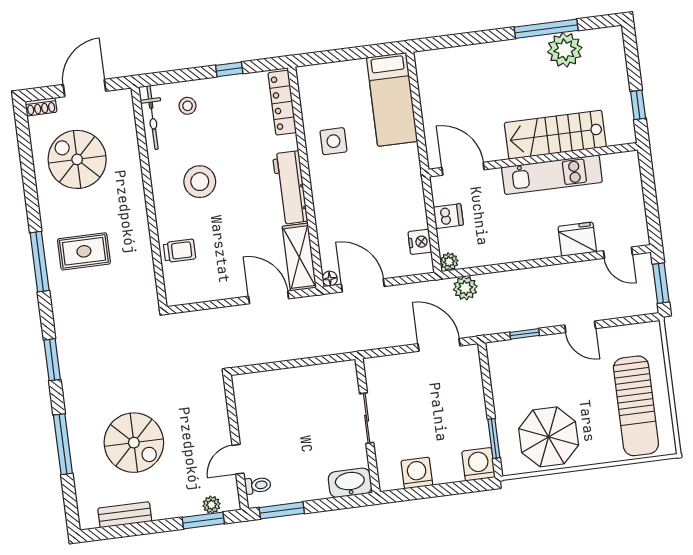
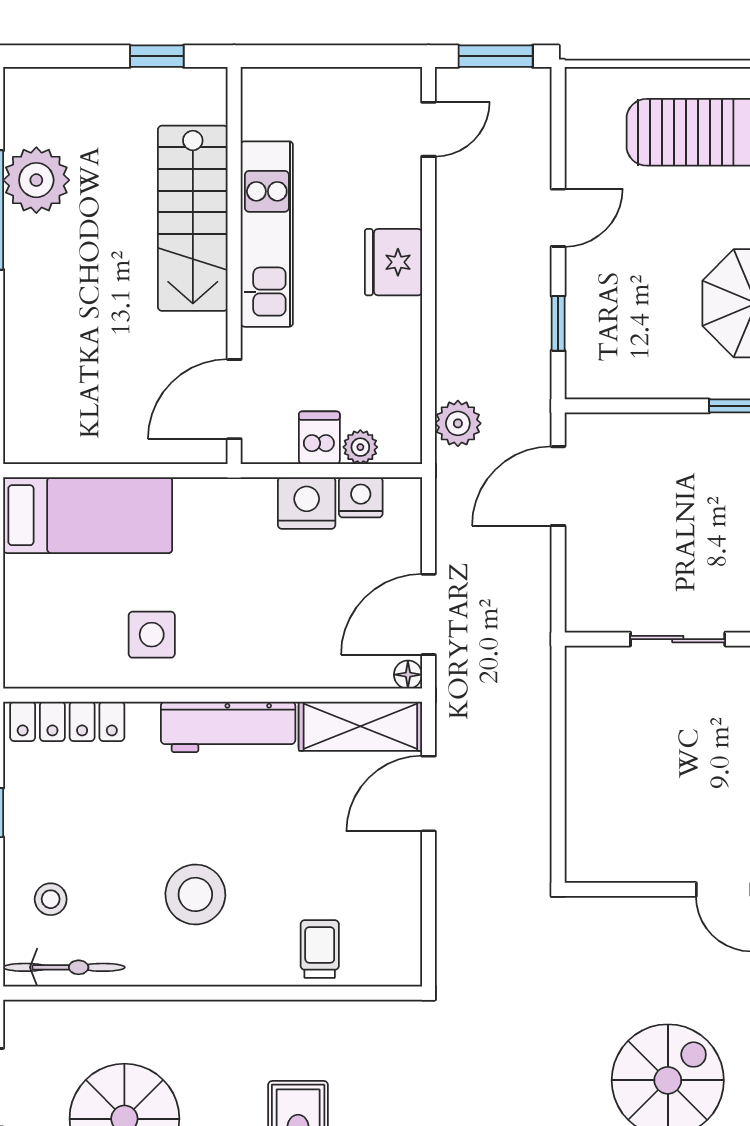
nightstand: (413, 214) -> (307, 503), added
fridge: (577, 239) -> (393, 262), moved
plant: (449, 262) -> (360, 447), moved

